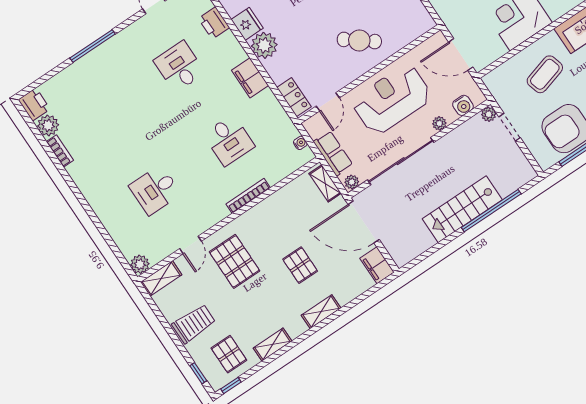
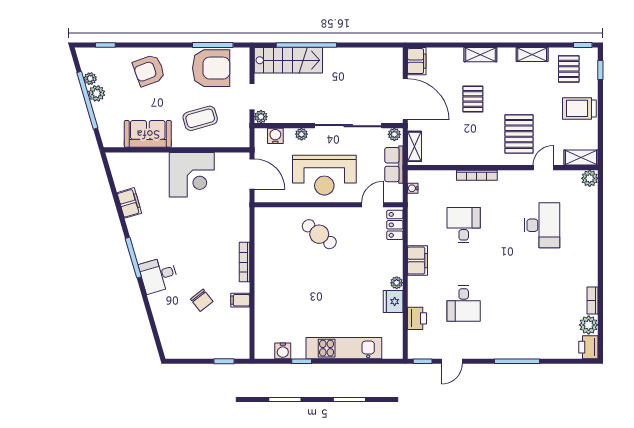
plant: (264, 45) -> (397, 283), width x0.53, depth x0.53
desk: (155, 190) -> (542, 225), width x1.37
stairs: (462, 209) -> (288, 60), moved

